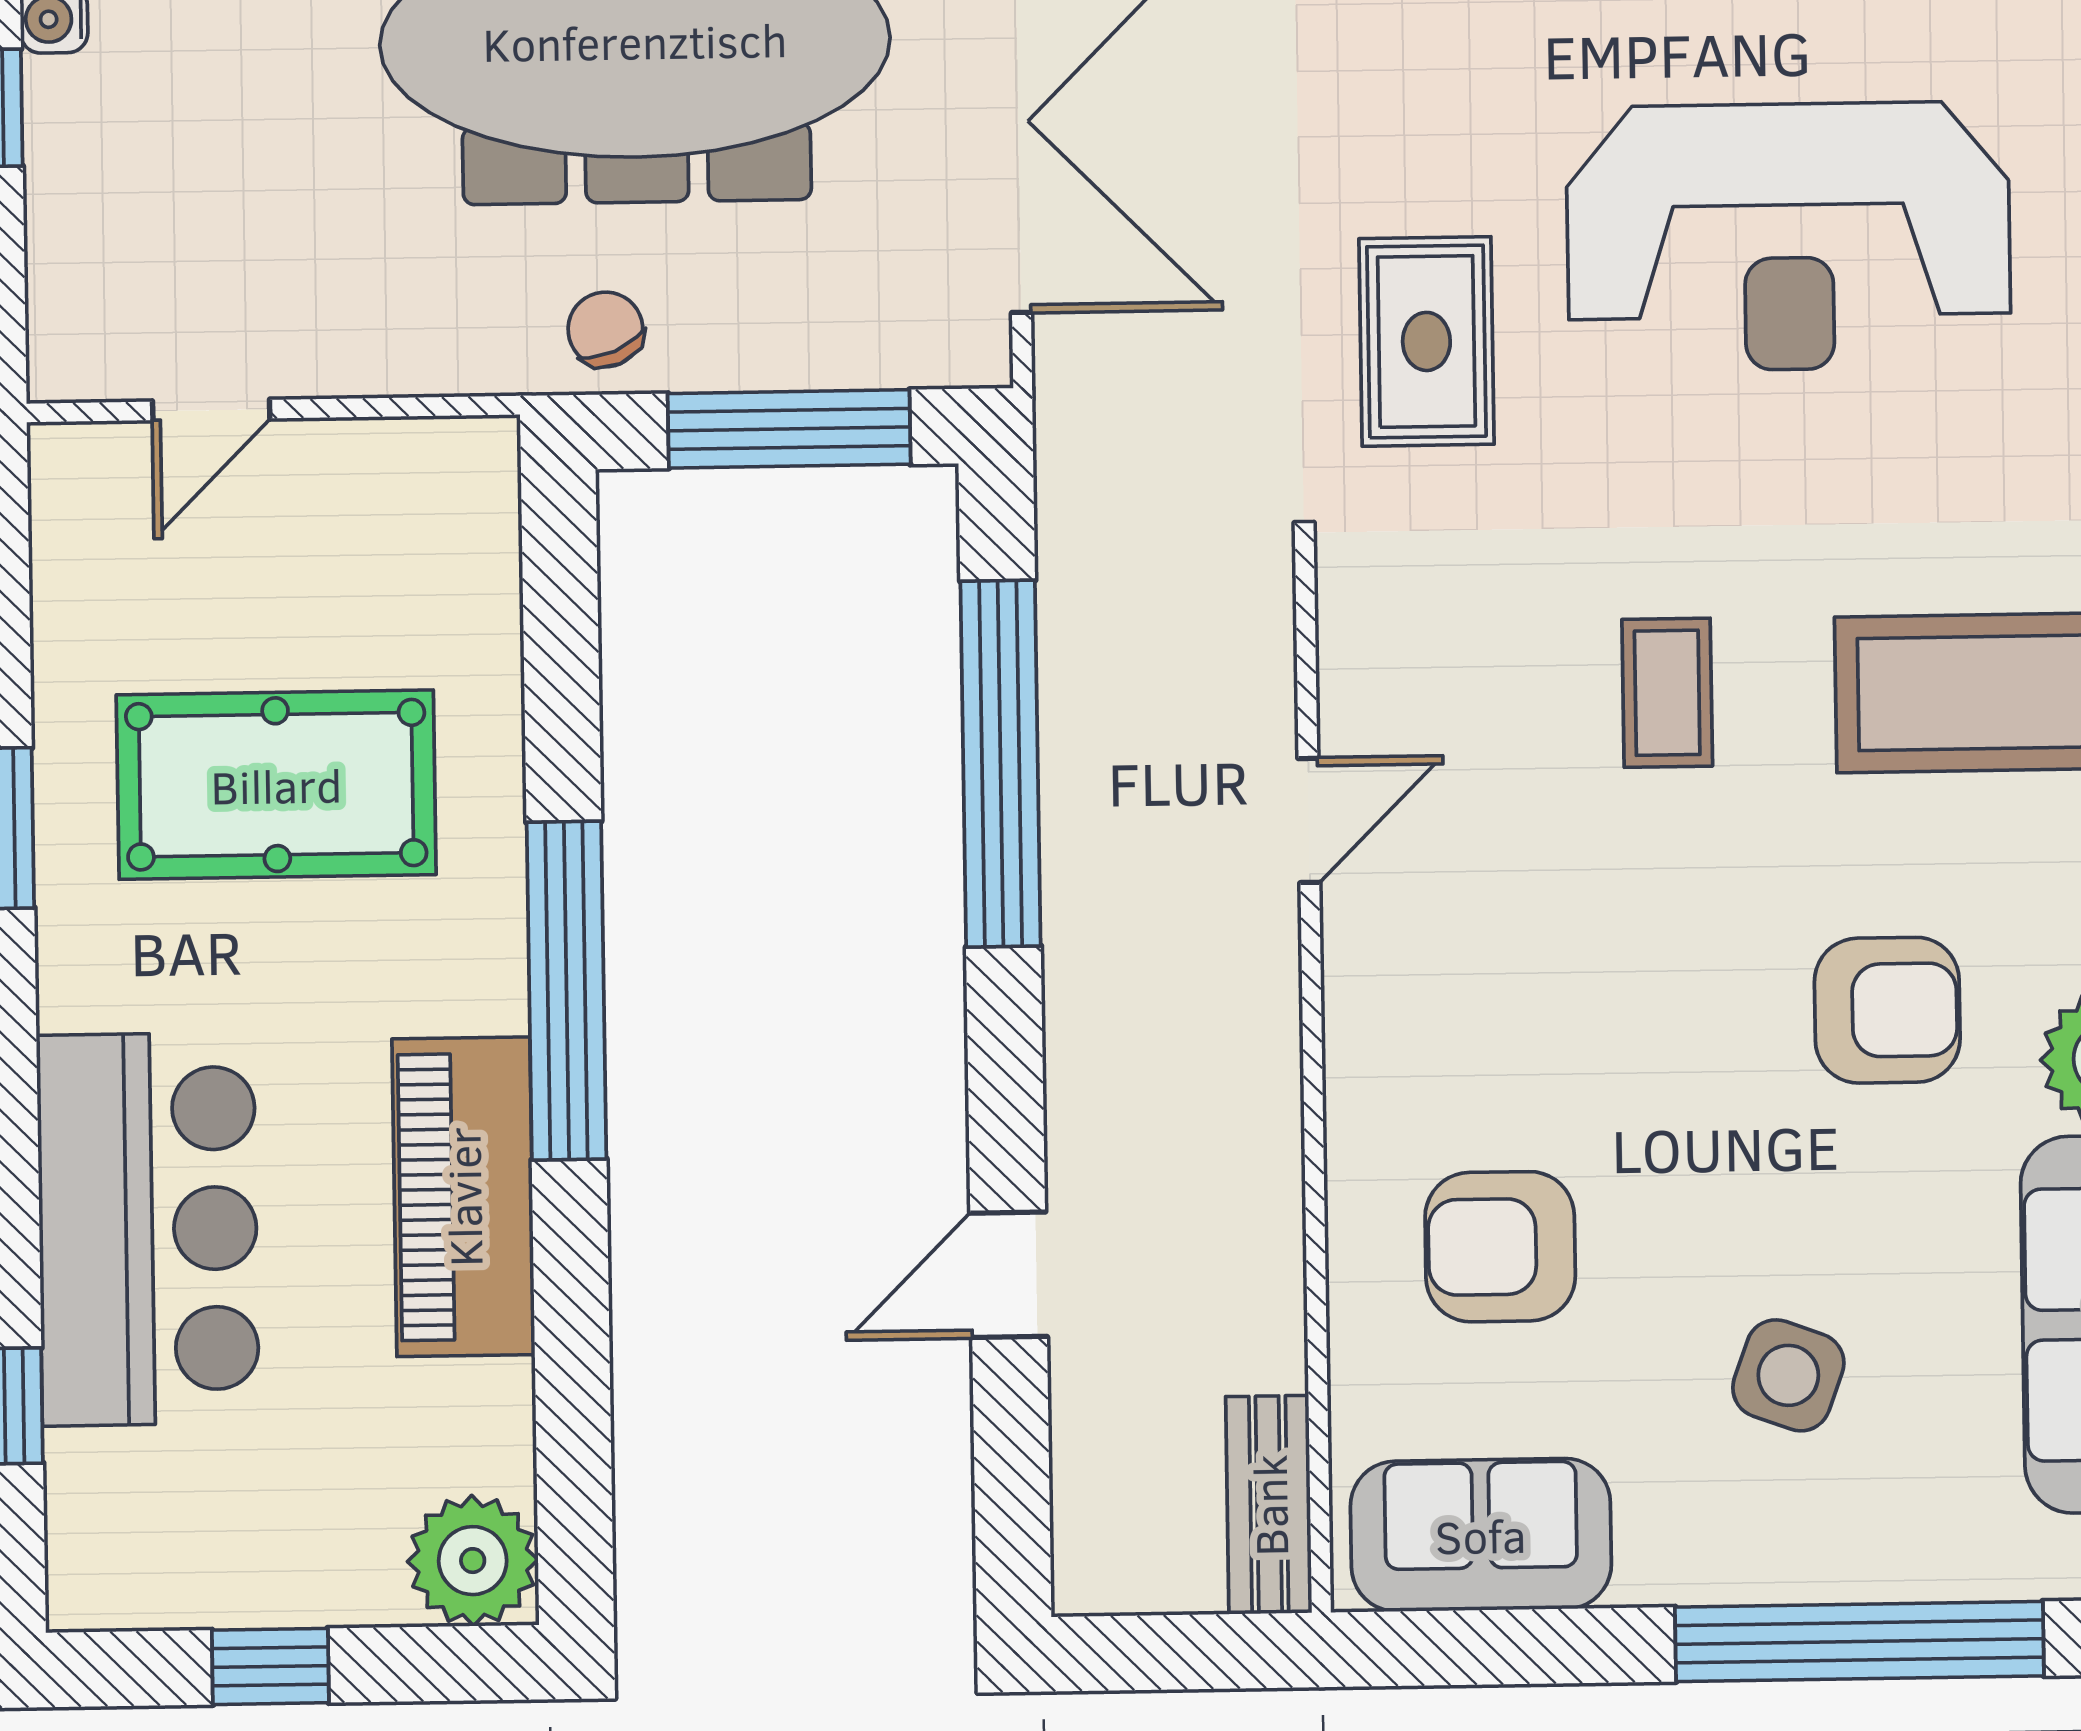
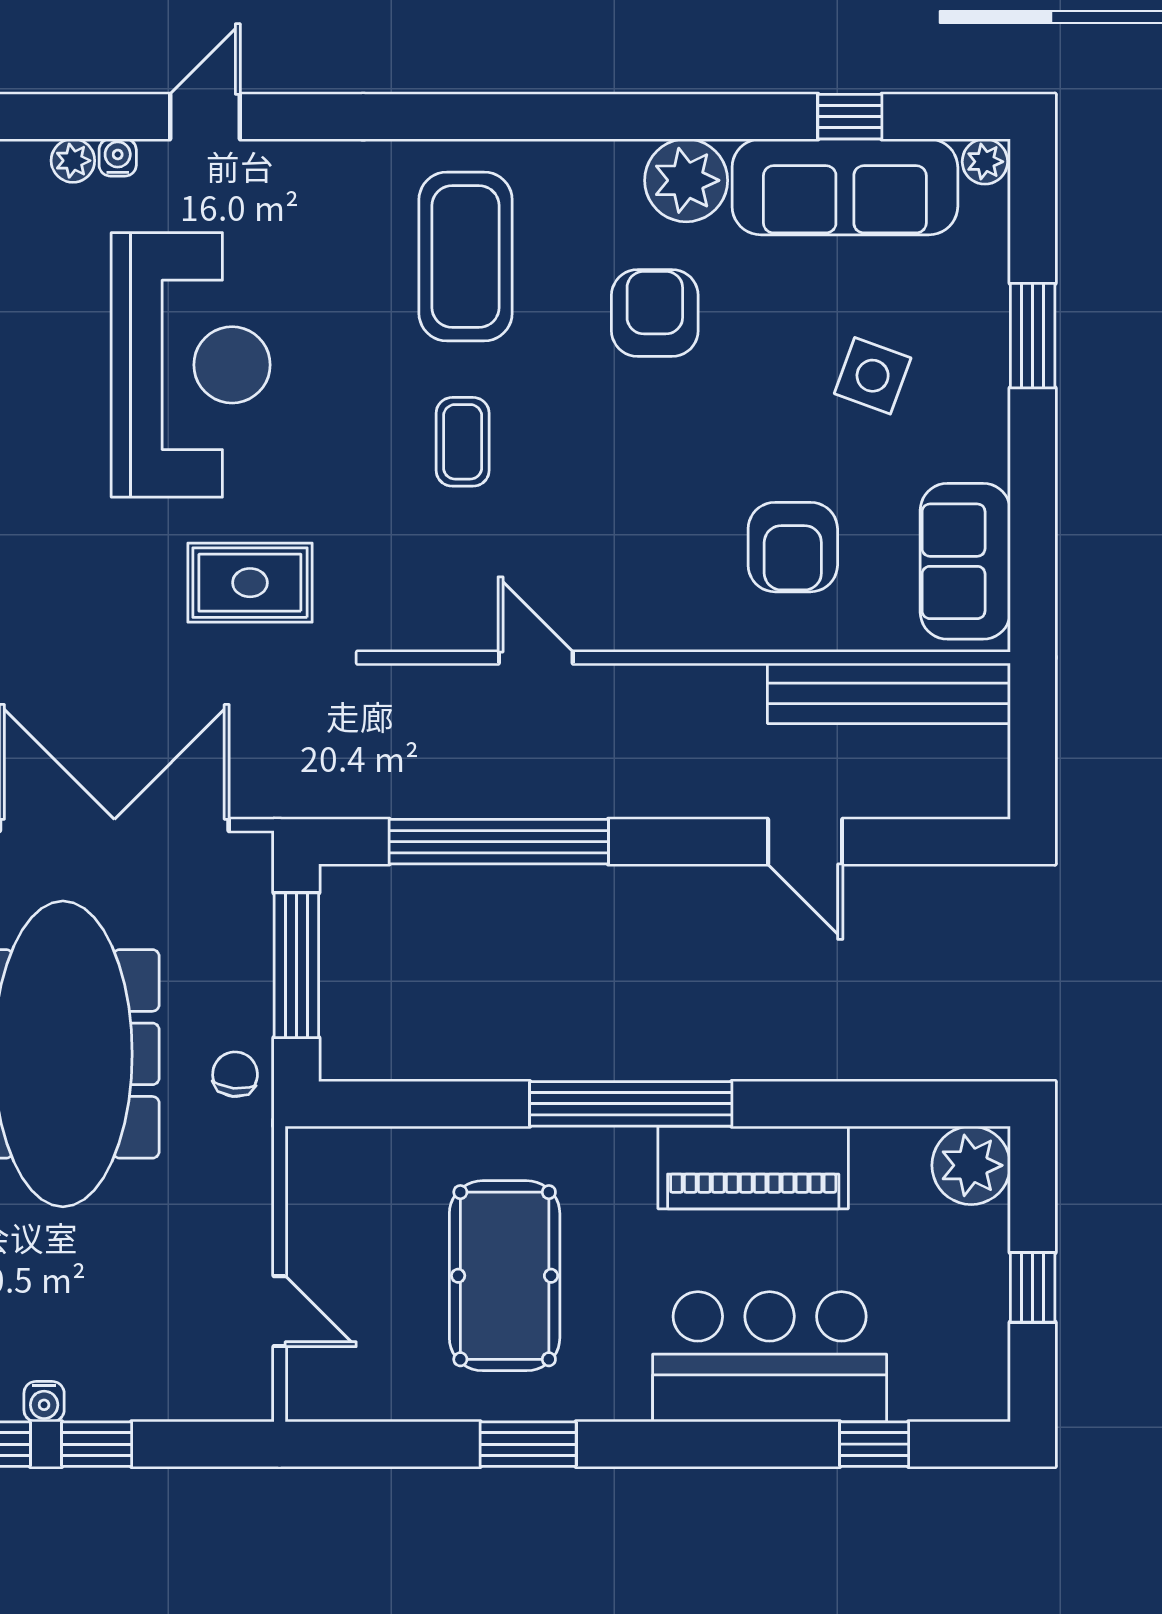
chair: (605, 329) -> (235, 1074), turned 119
coffee table: (1667, 693) -> (463, 442), turned 90
bench: (1269, 1505) -> (889, 693), width x1.86, depth x1.21
window: (1859, 1641) -> (1033, 336), width x0.47

